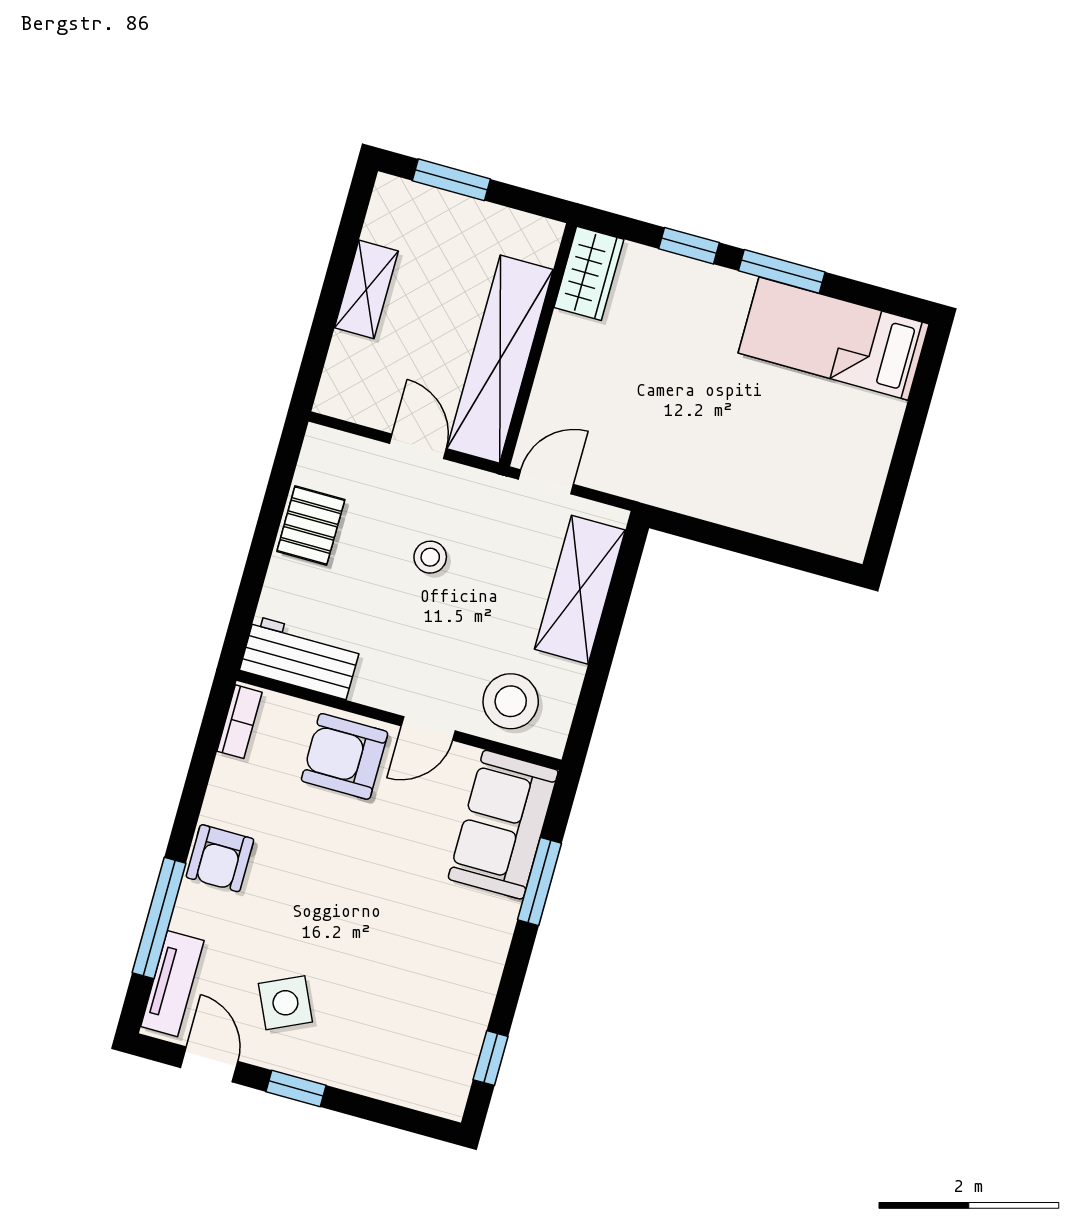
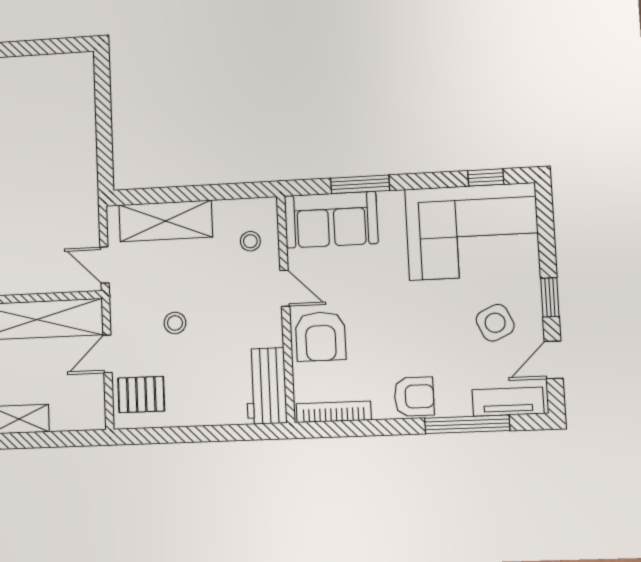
pallet: (311, 525) -> (141, 395), moved
stool: (511, 701) -> (250, 241), width x0.53, depth x0.53
bookcase: (240, 722) -> (334, 412), width x1.56
corner sofa: (421, 1014) -> (472, 232), added

